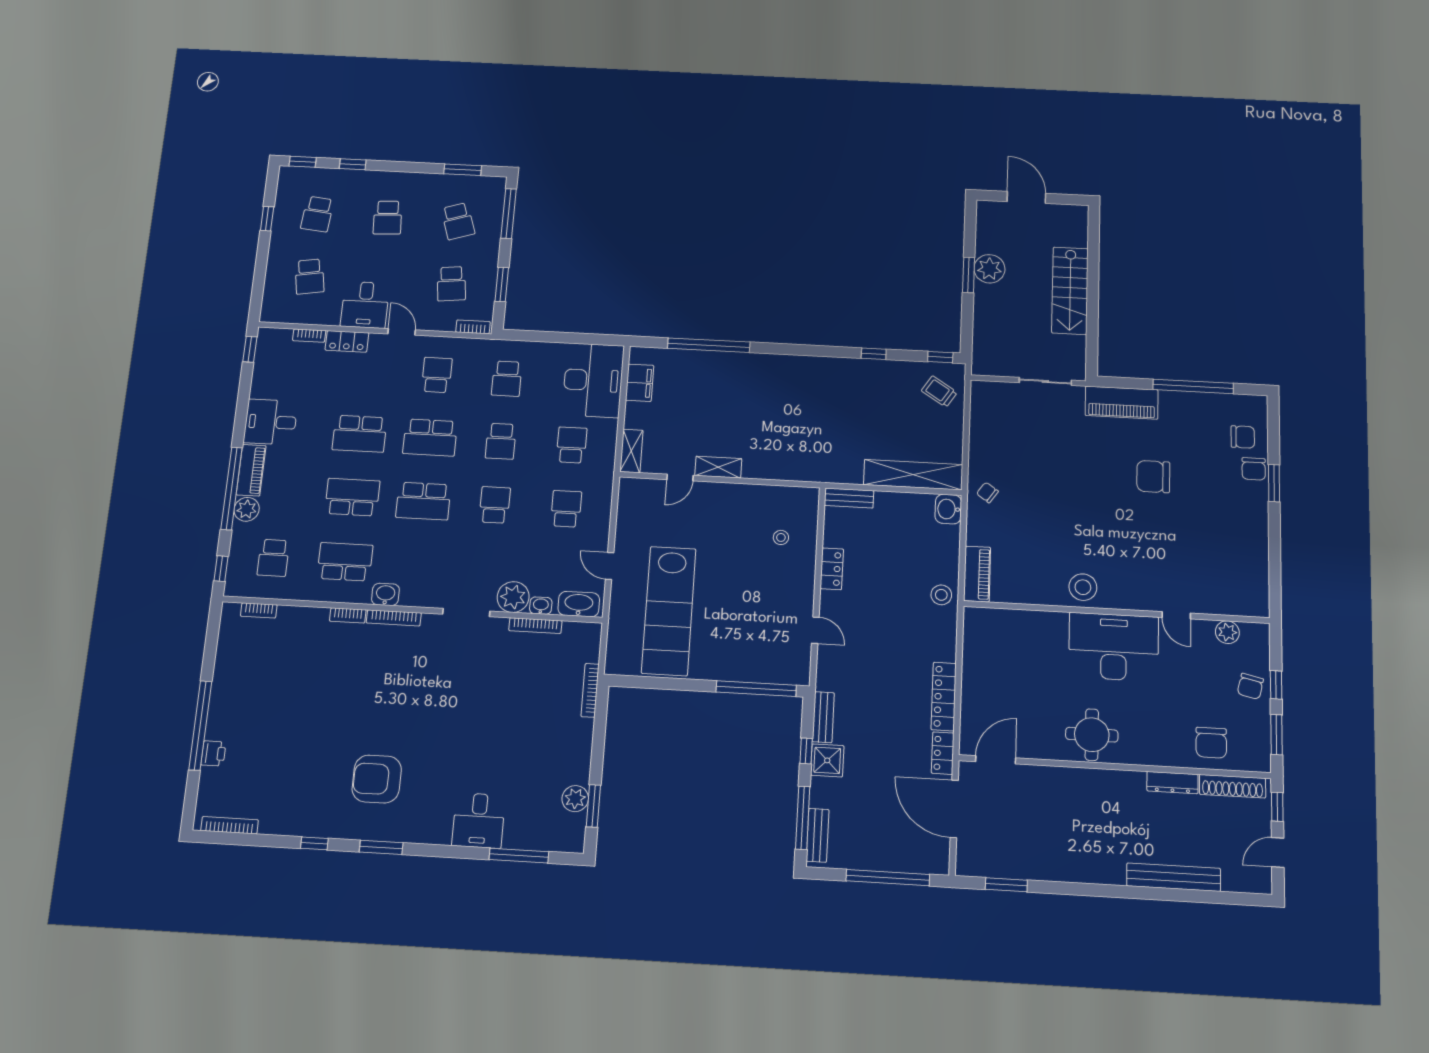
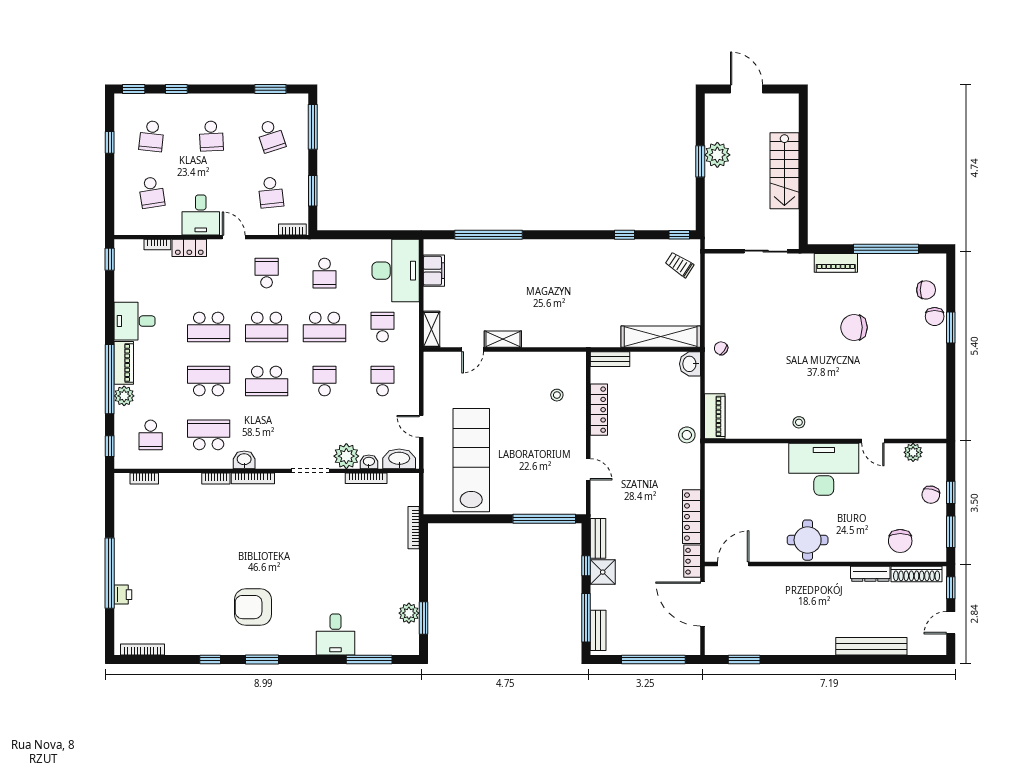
piano: (1122, 403) -> (836, 263), width x0.73, depth x0.75
school desk: (501, 441) -> (325, 327), width x1.85
locker: (832, 569) -> (599, 410), width x1.53
stool: (1083, 587) -> (799, 422), width x0.53, depth x0.53
lab bench: (669, 611) -> (471, 460), turned 180

